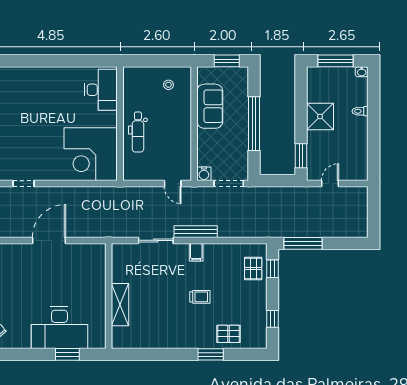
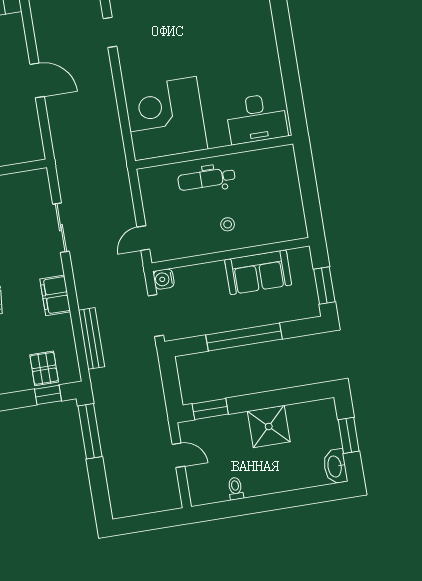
window: (335, 61) -> (349, 435), width x0.69
washbasin: (362, 72) -> (335, 466), width x1.91, depth x1.45
stool: (168, 85) -> (228, 224), moved
toilet: (360, 111) -> (235, 489), moved
bench: (196, 232) -> (91, 338), moved
door: (49, 240) -> (37, 80), width x0.73
filing cabinet: (196, 252) -> (55, 295), width x2.00
pallet: (253, 268) -> (44, 368), turned 90

